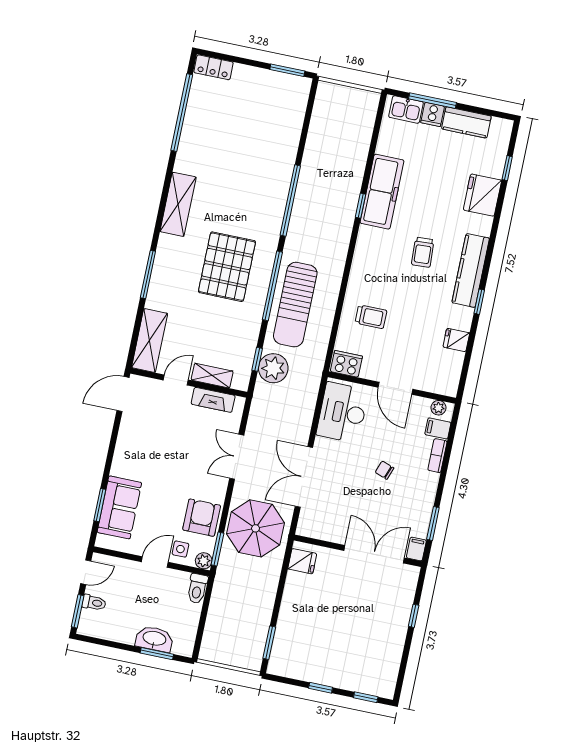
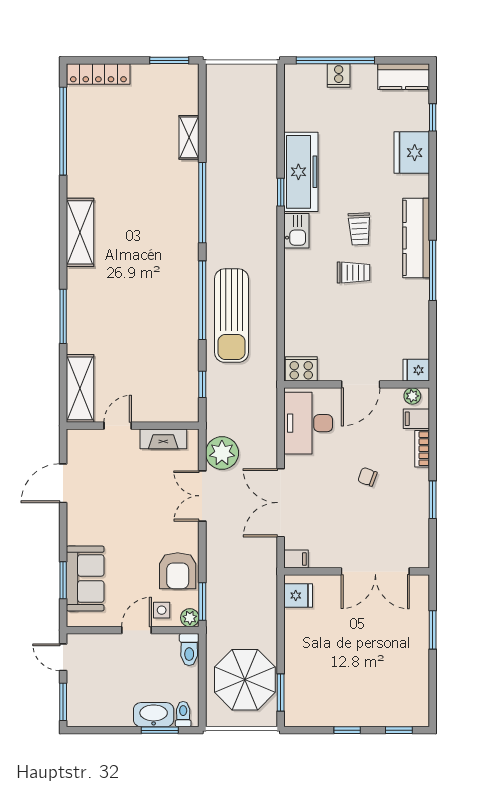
locker: (213, 67) -> (98, 74), width x1.53
window: (432, 101) -> (335, 60), width x1.46
kitchen sink: (406, 110) -> (296, 231), moved, turned -90
kitchen counter: (466, 122) -> (404, 77), moved
pallet: (227, 267) -> (148, 290), removed
window: (479, 302) -> (433, 270), width x2.17
trolley: (371, 317) -> (353, 273), moved
fridge: (456, 340) -> (416, 370), moved
plant: (273, 368) -> (222, 453), moved
shelving: (212, 376) -> (189, 137), moved, turned 90
door: (395, 388) -> (361, 384), hinge flipped
door: (123, 394) -> (63, 483), moved
armchair: (202, 518) -> (178, 571), turned 180
window: (433, 524) -> (433, 500), moved
parasol: (256, 528) -> (245, 680), moved
filing cabinet: (416, 549) -> (296, 559), moved, turned 90
double door: (374, 554) -> (375, 571), swing flipped
door: (86, 572) -> (63, 657), swing flipped
toilet: (94, 603) -> (183, 714), moved, turned -90
window: (414, 616) -> (433, 630), width x1.50

